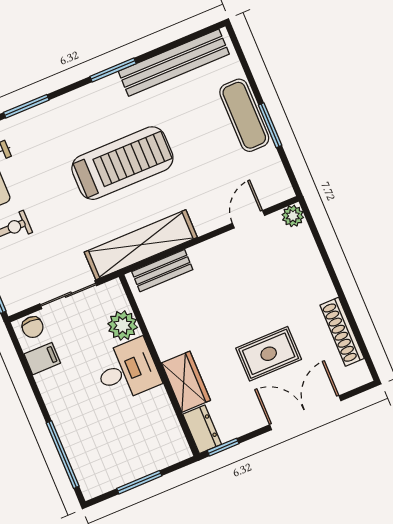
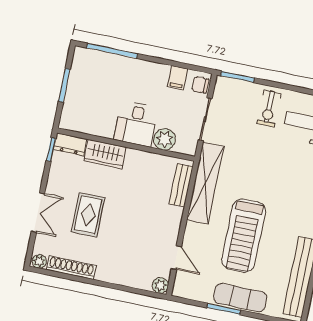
treadmill: (122, 163) -> (244, 236), moved
plant: (360, 373) -> (39, 261), added
double door: (305, 413) -> (38, 213), width x0.73

